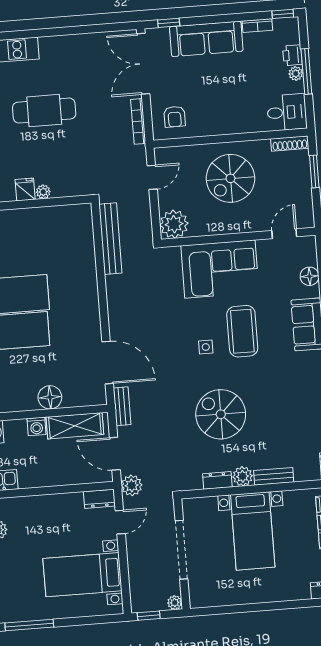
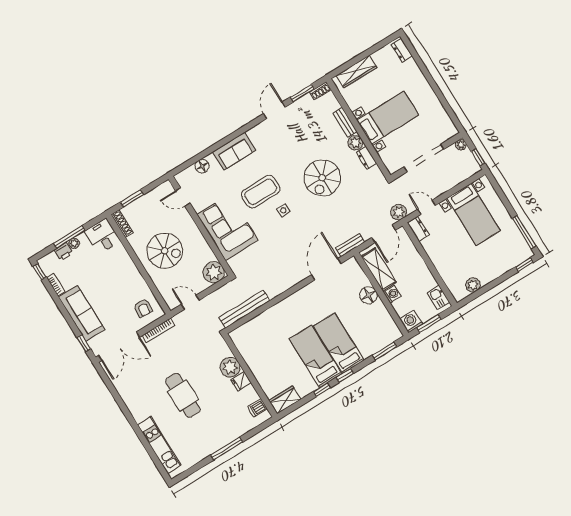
armchair: (175, 117) -> (143, 308), turned 94
plant: (43, 192) -> (230, 367), width x1.87, depth x1.87

